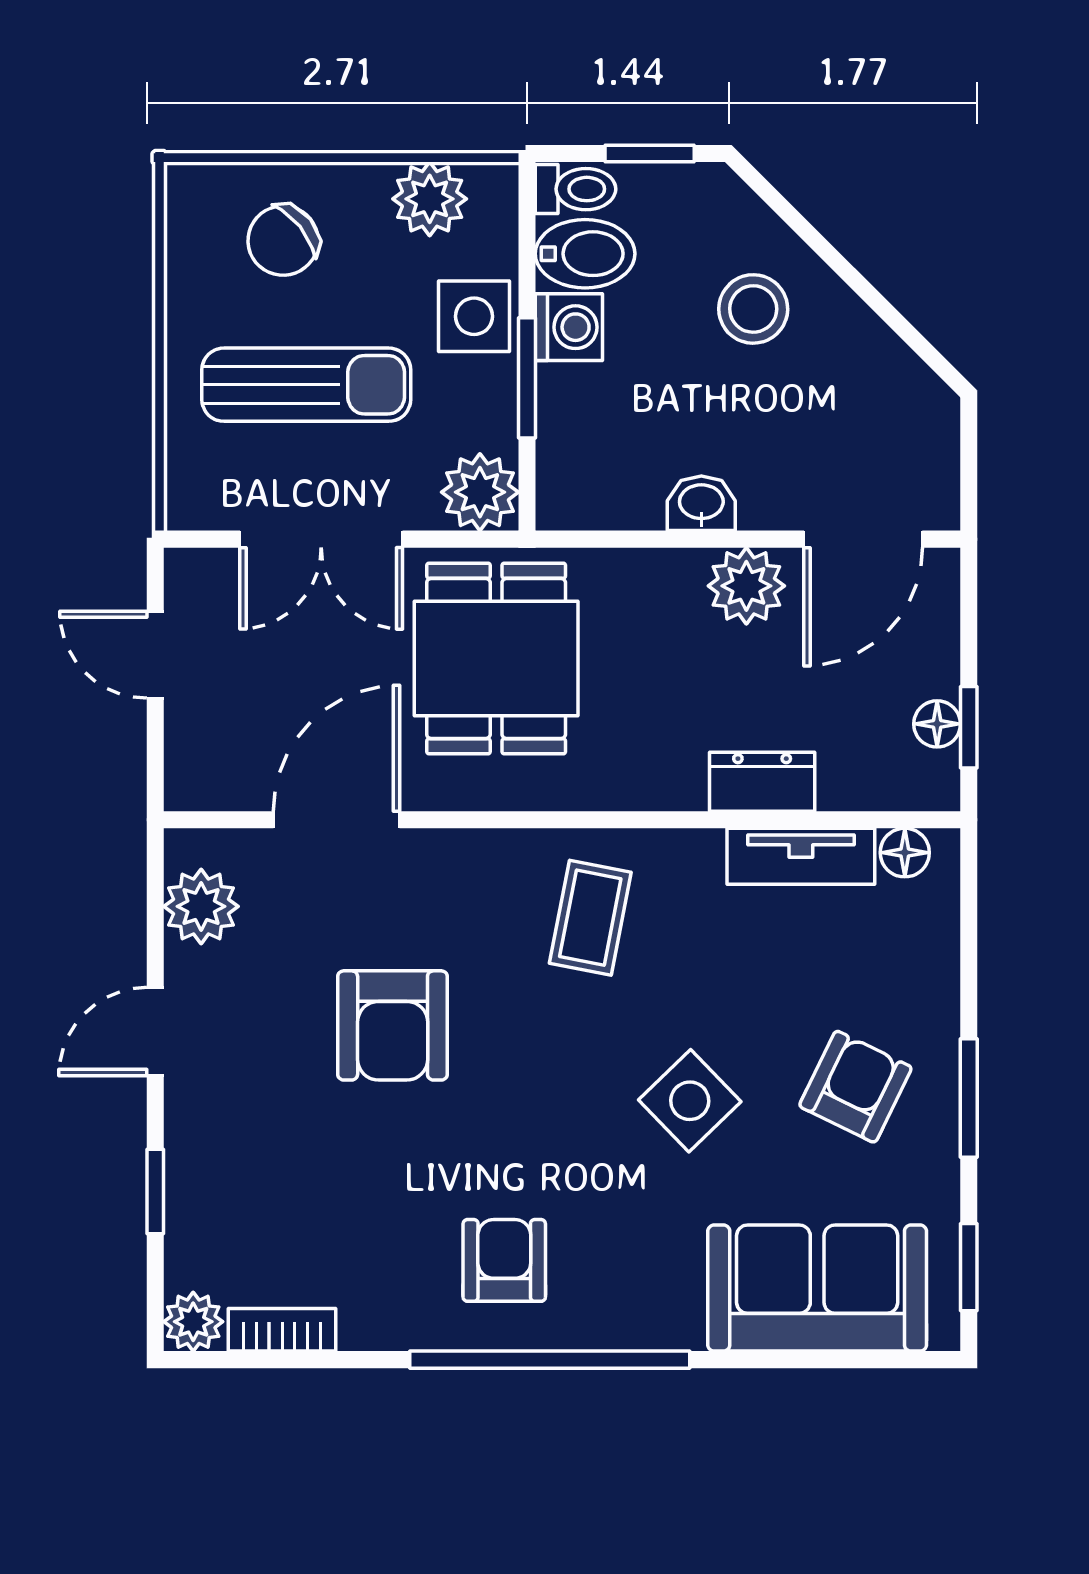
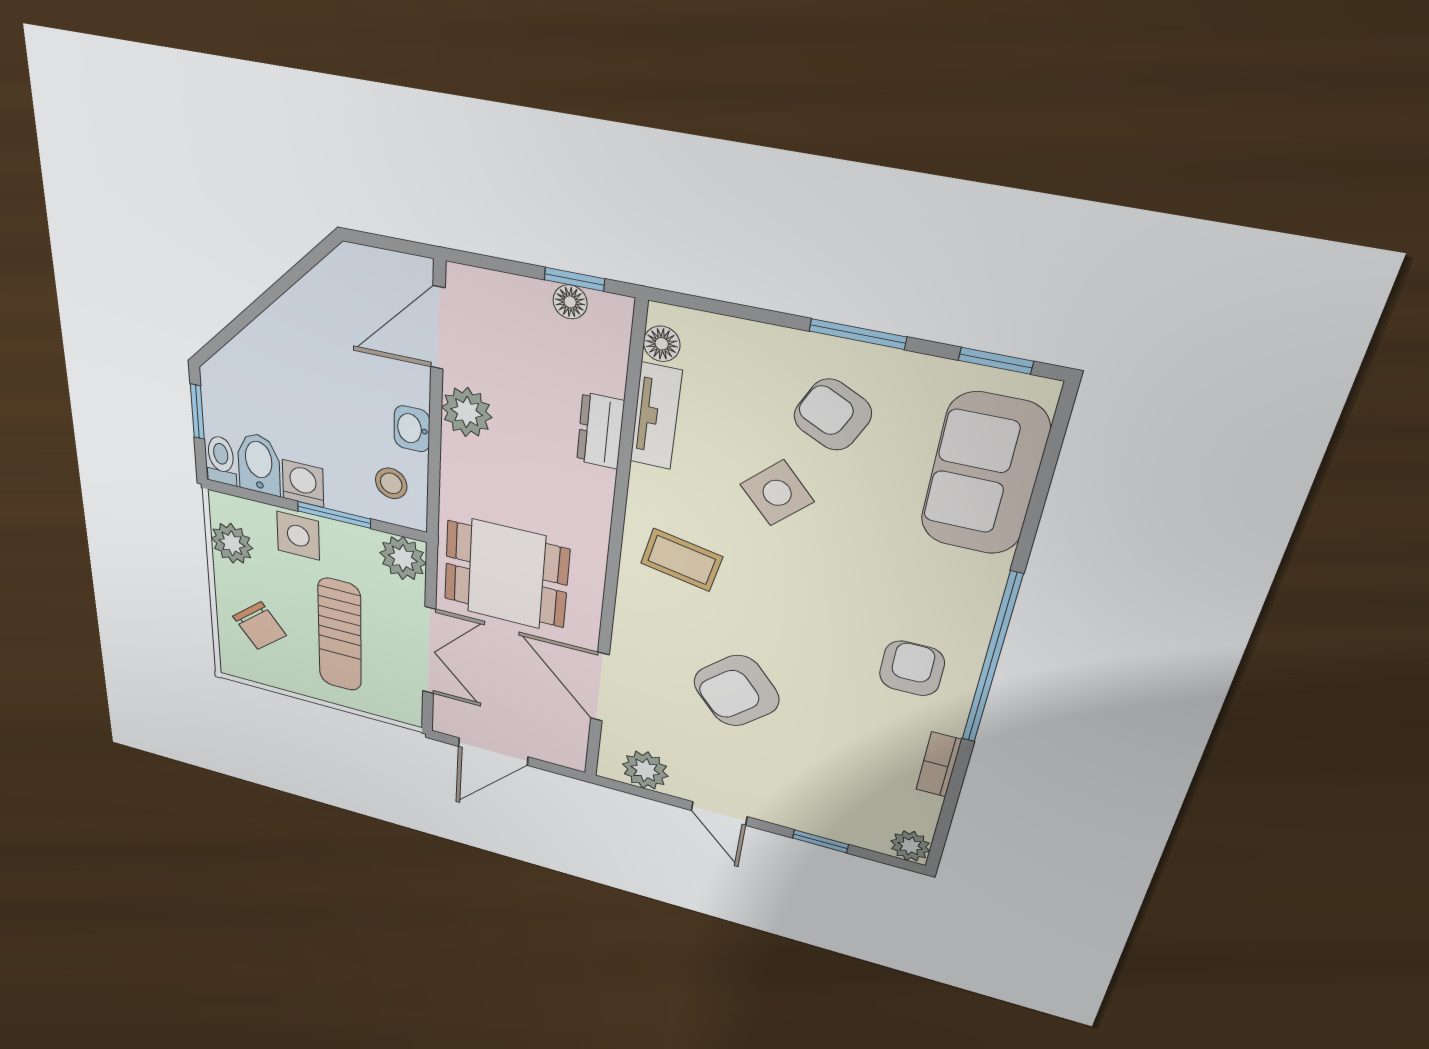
stool: (753, 309) -> (391, 483), moved, width x0.73, depth x0.73
sun lounger: (306, 385) -> (340, 635), turned 180
door: (863, 539) -> (438, 328), swing flipped
door: (155, 655) -> (493, 752), width x1.37
armchair: (393, 1025) -> (736, 691), turned 138
side table: (690, 1101) -> (777, 493), moved
armchair: (504, 1260) -> (912, 668), turned 90
bookcase: (282, 1330) -> (939, 765), moved

